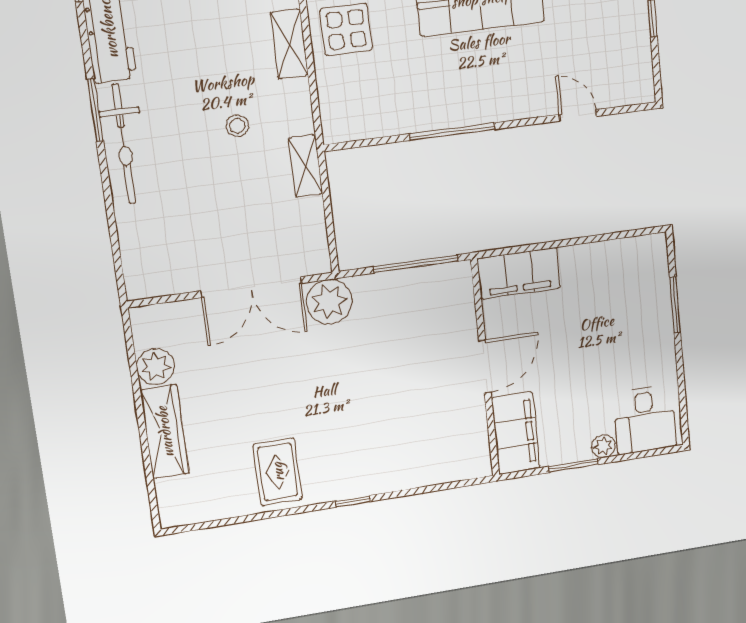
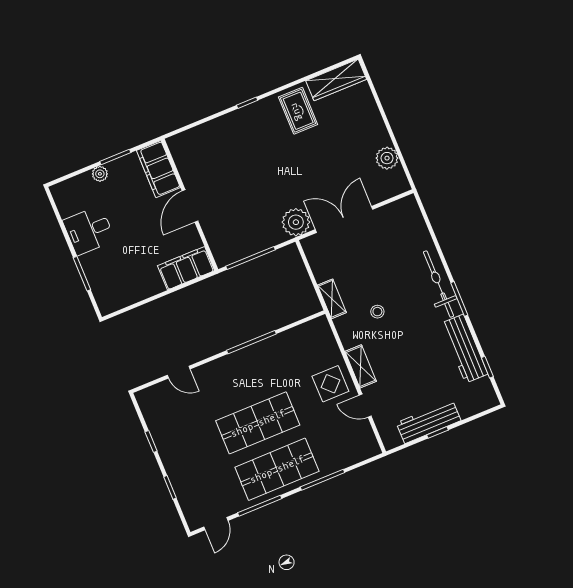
desk: (645, 419) -> (89, 230), moved, turned -90
wardrobe: (165, 432) -> (336, 80), moved, turned -90

